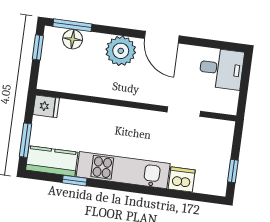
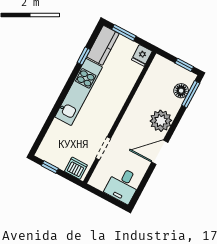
dishwasher: (182, 179) -> (76, 168), moved, turned -90

